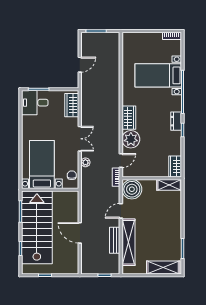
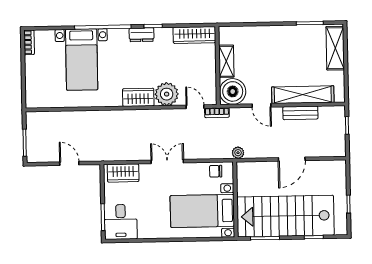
plant: (85, 162) -> (238, 153), moved
wardrobe: (175, 166) -> (194, 35), width x1.50
shelving: (169, 185) -> (226, 61), moved

